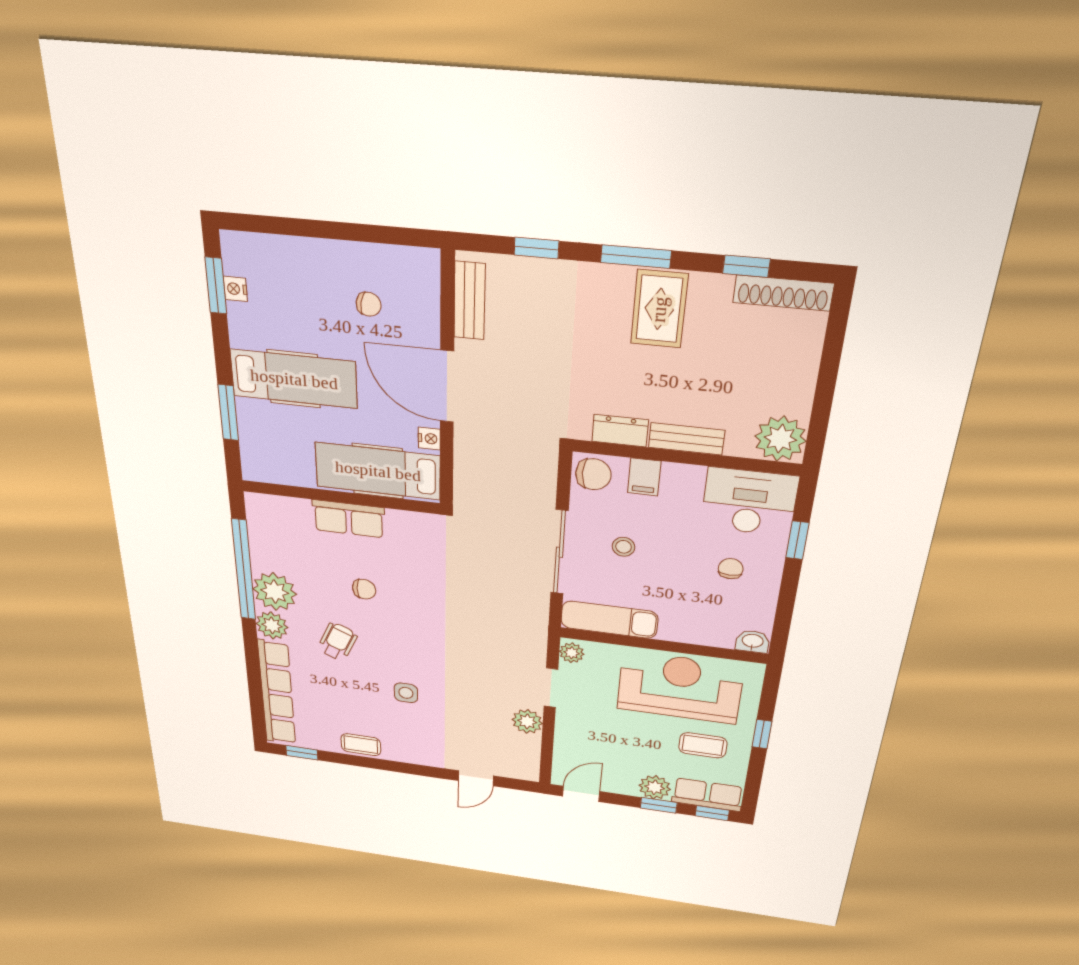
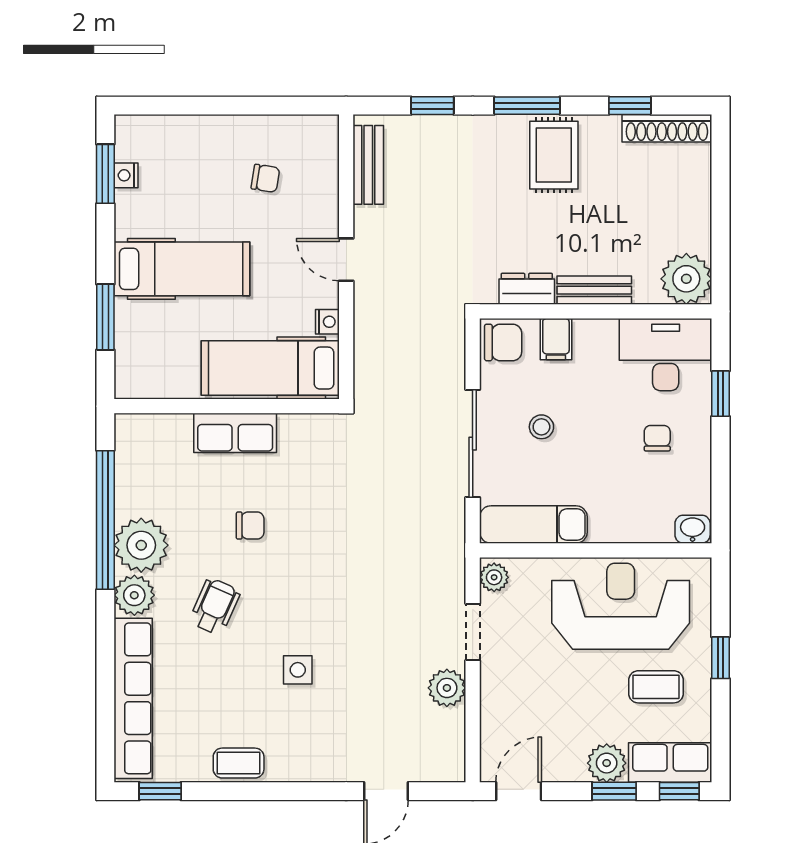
door: (447, 387) -> (346, 260), width x0.53

